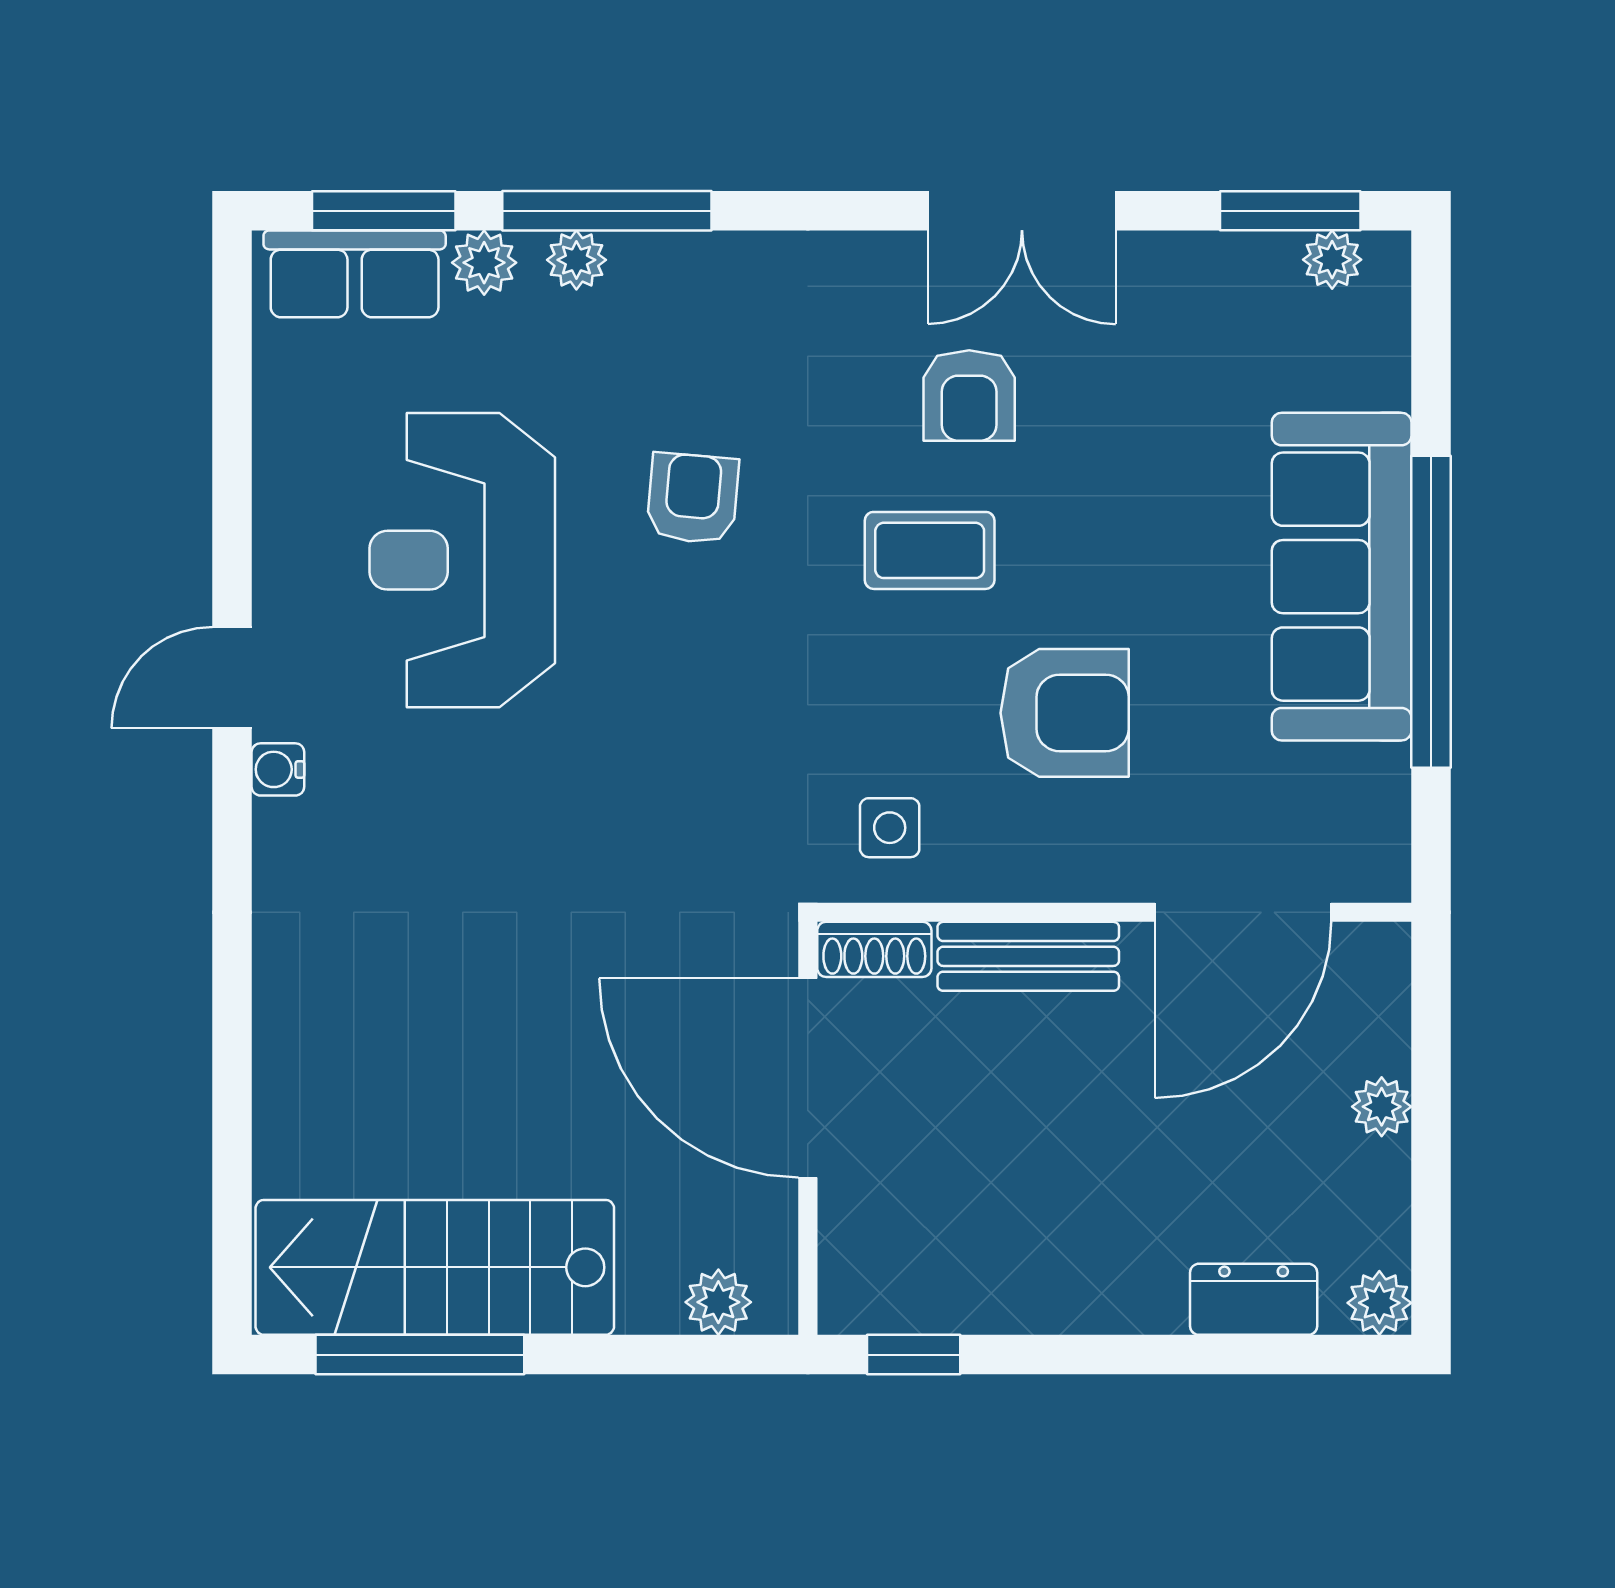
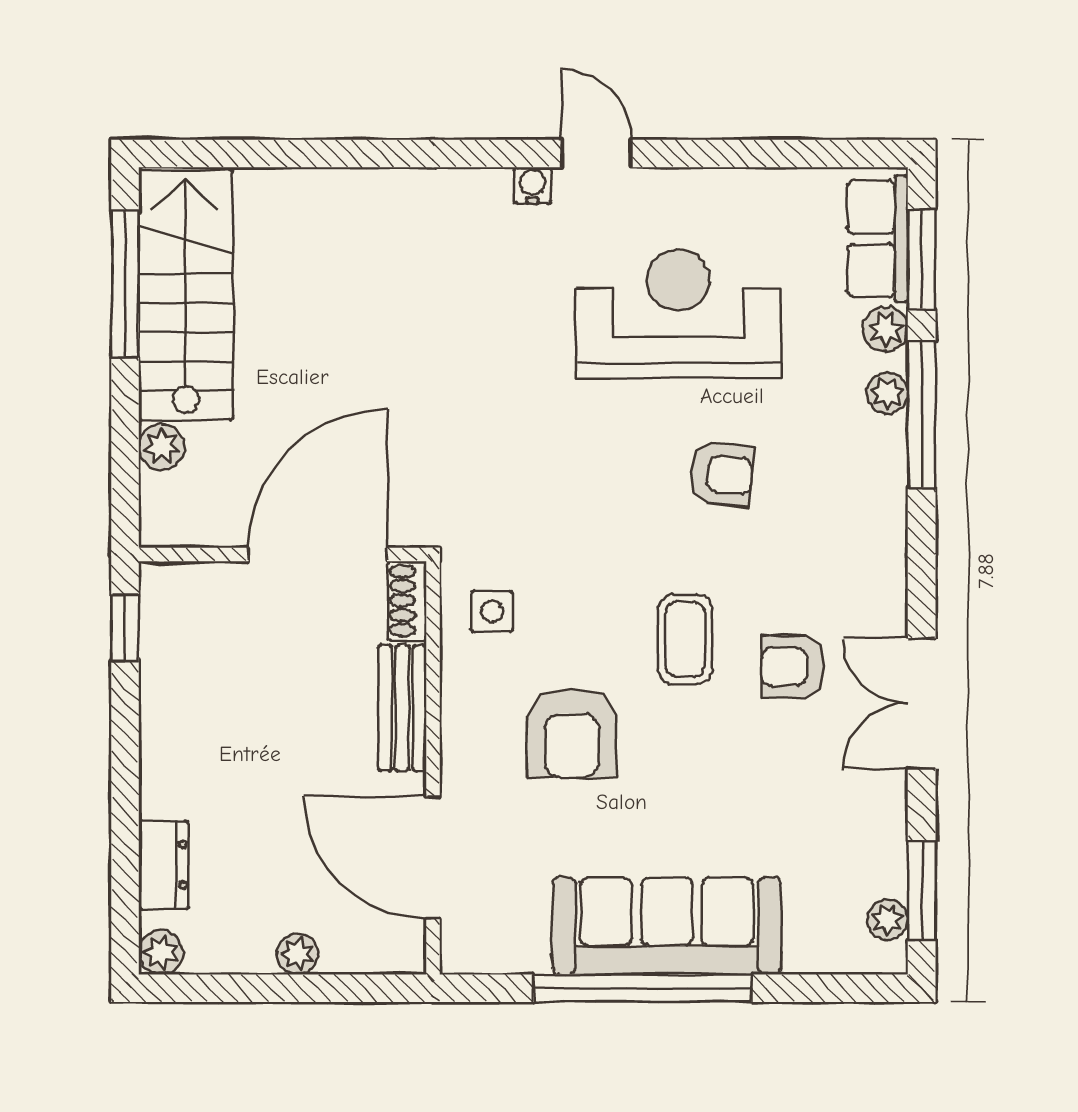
plant: (718, 1302) -> (162, 447), moved

